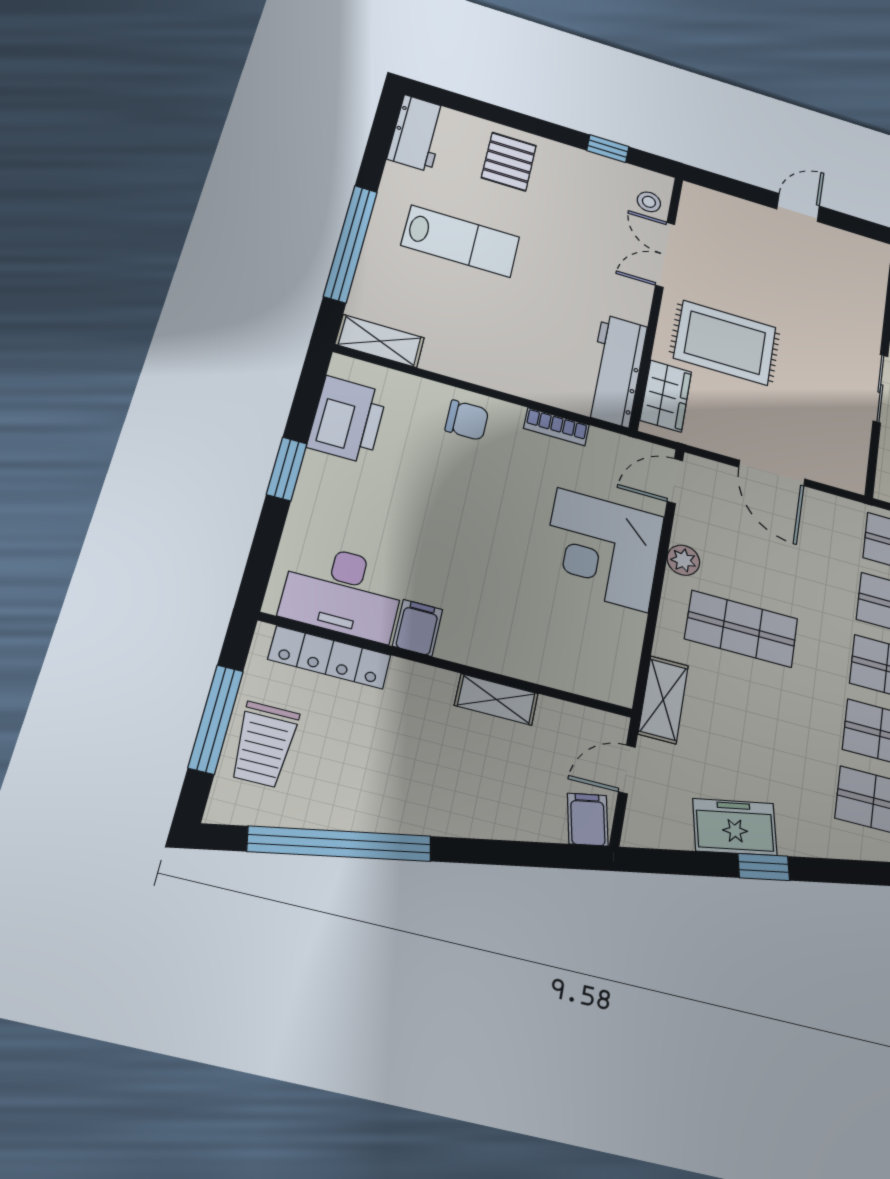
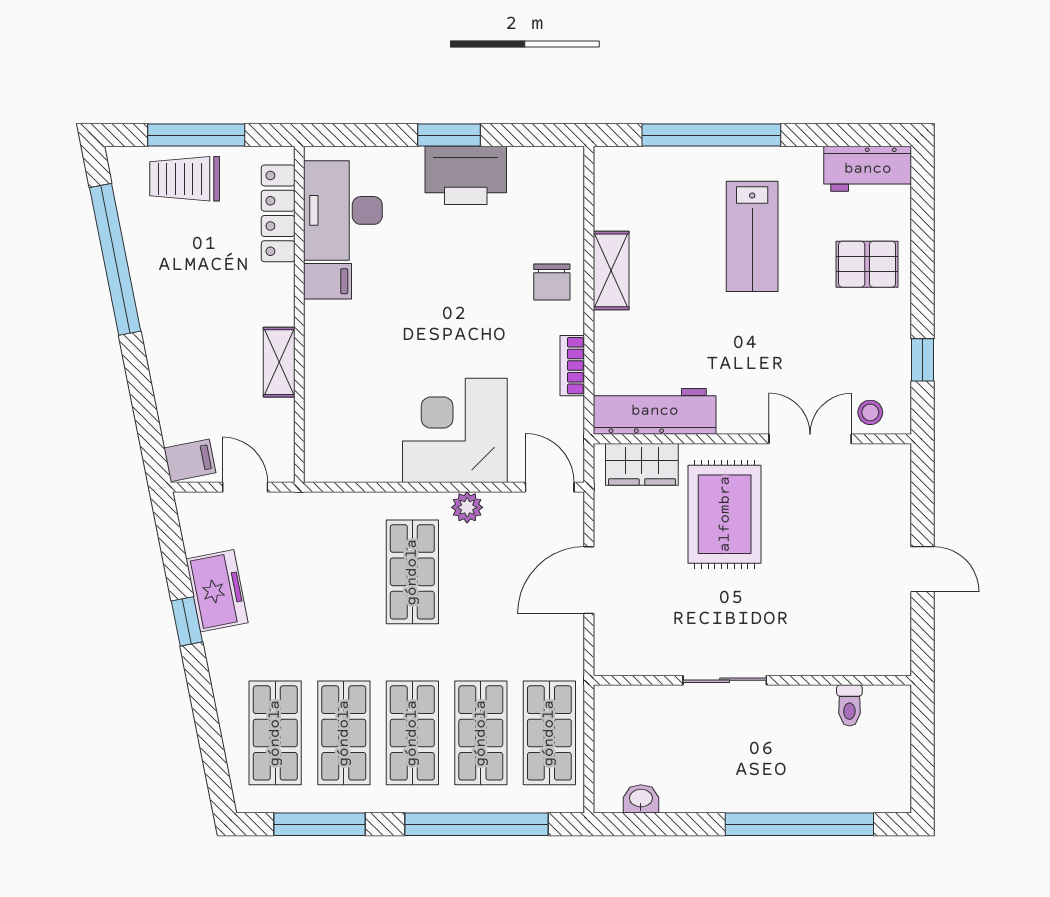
shelving: (380, 341) -> (611, 270), moved
printer: (347, 420) -> (466, 175), moved
shelving: (663, 700) -> (321, 509), removed

